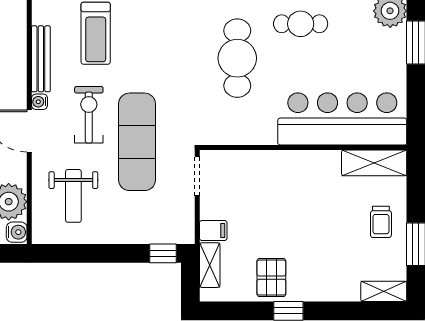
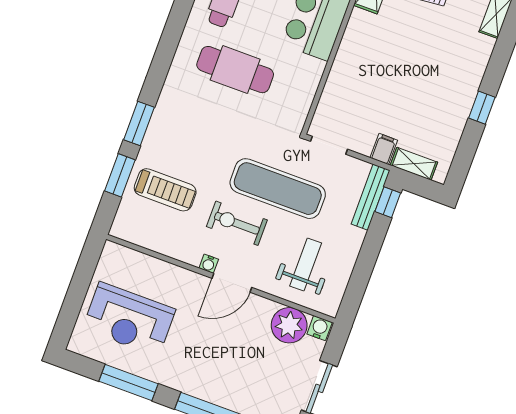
bench: (41, 59) -> (371, 197), moved, turned 90
weight bench: (73, 196) -> (306, 265), turned -90
pallet: (271, 278) -> (446, 112), removed

